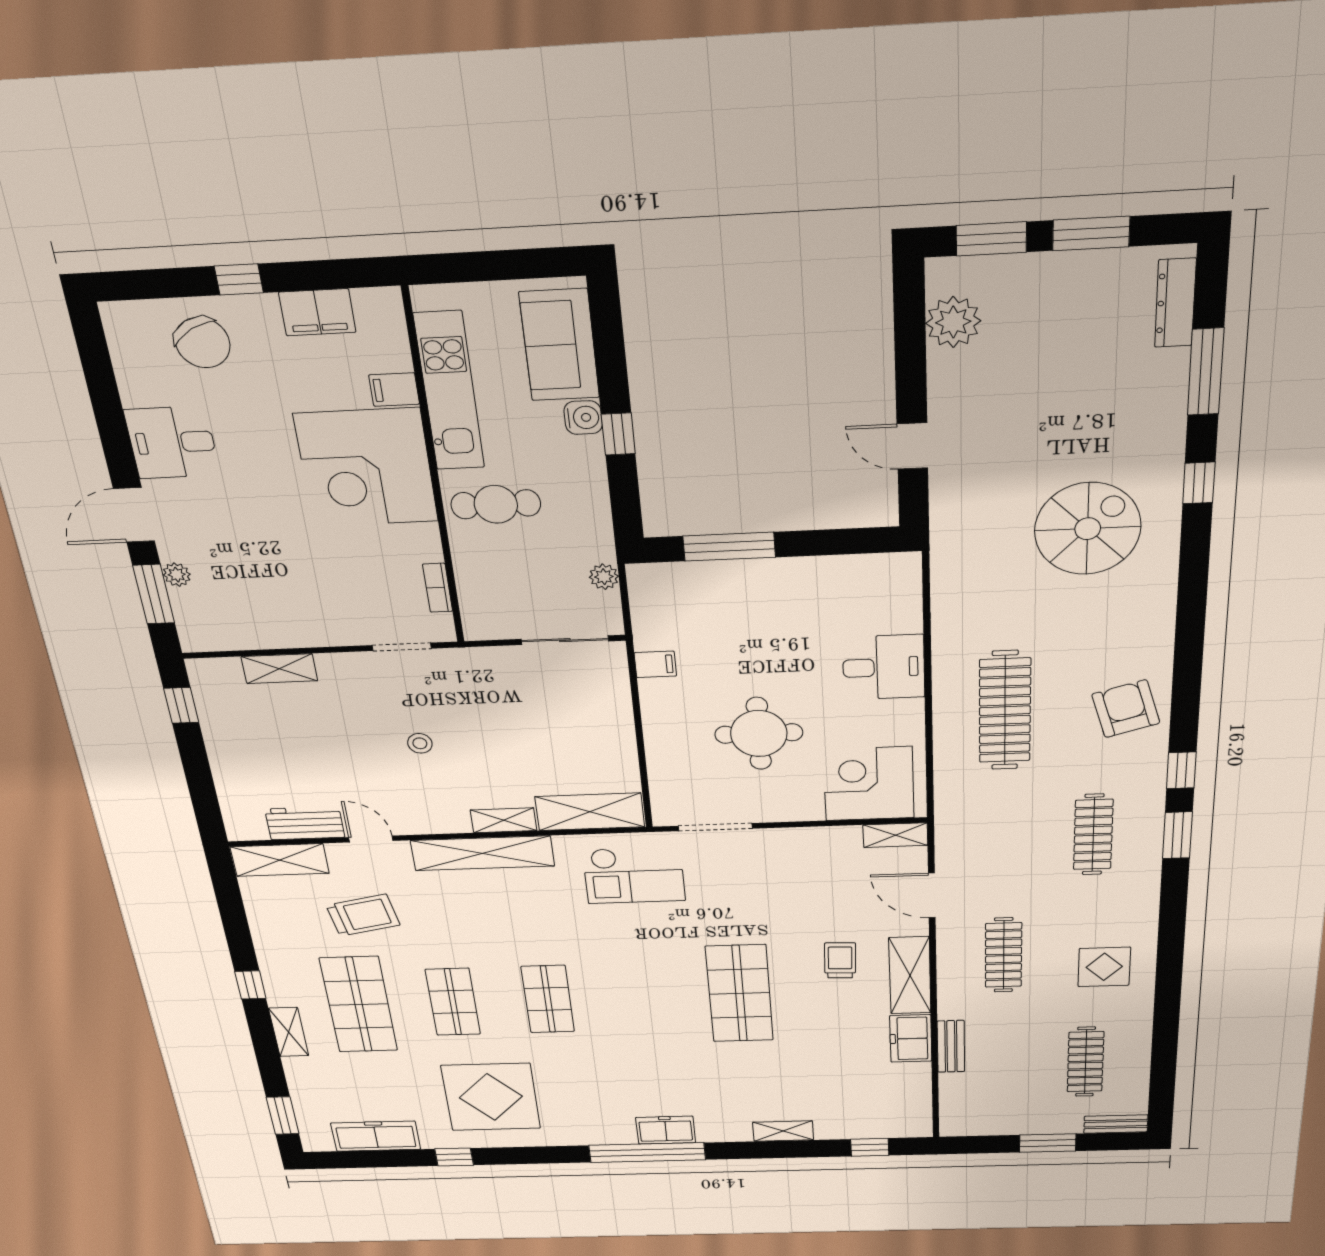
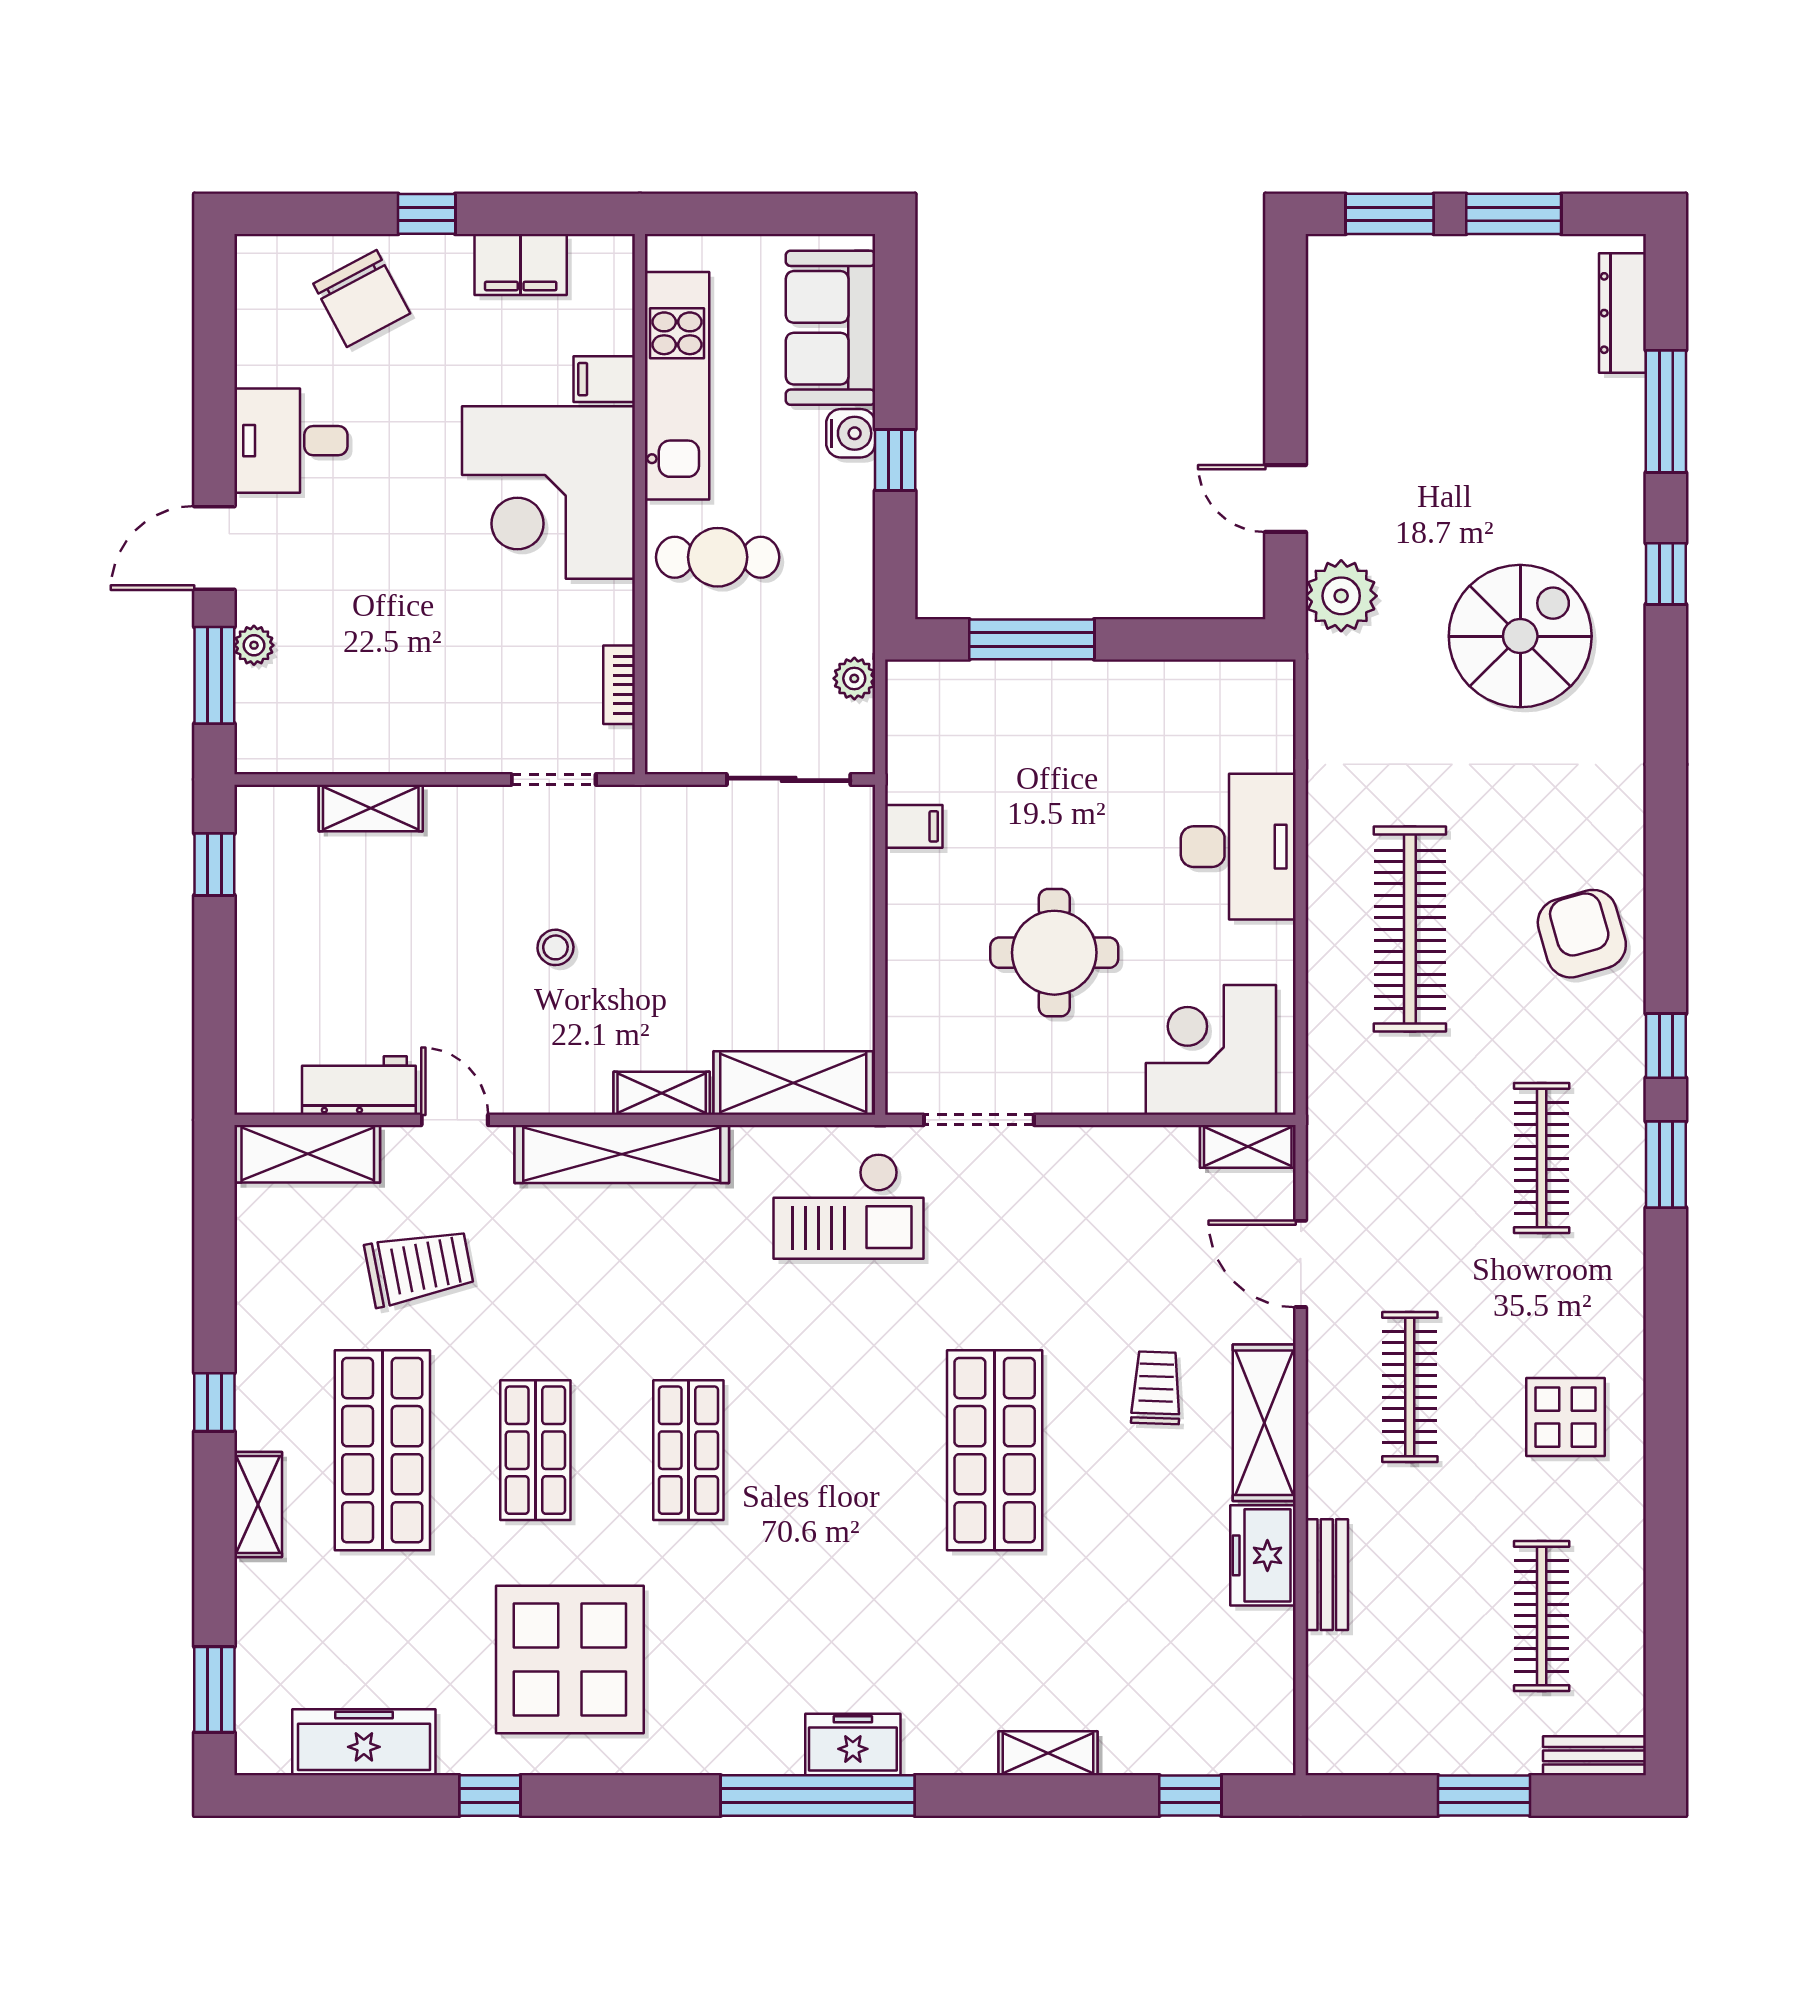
plant: (953, 322) -> (1341, 596), moved
desk: (884, 667) -> (1238, 847), width x1.37

